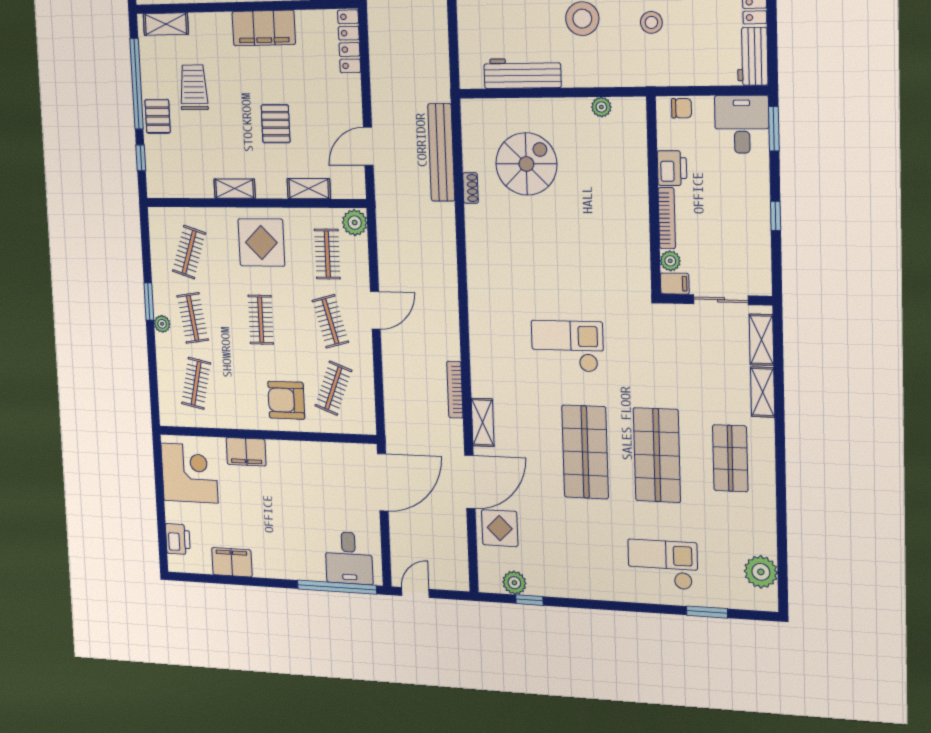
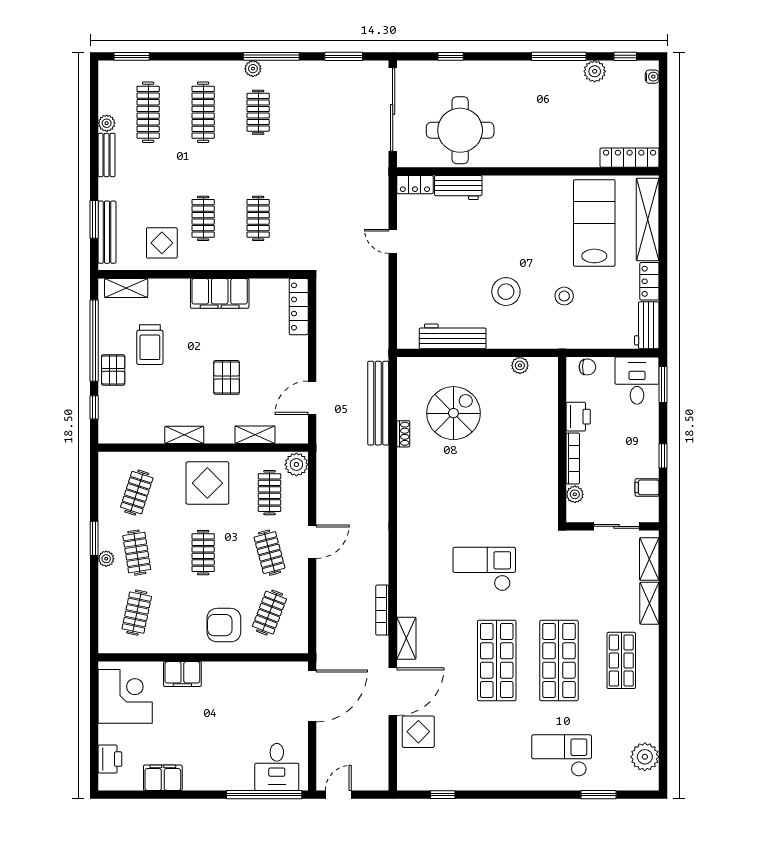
trolley: (194, 87) -> (150, 345), turned 180
filing cabinet: (675, 284) -> (647, 487), moved, turned 180
plant: (514, 583) -> (430, 780), removed

